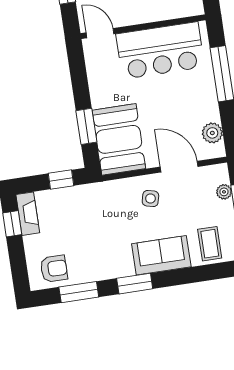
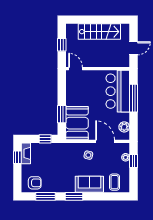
bar counter: (160, 50) -> (118, 91), moved, turned 90

